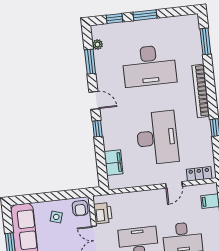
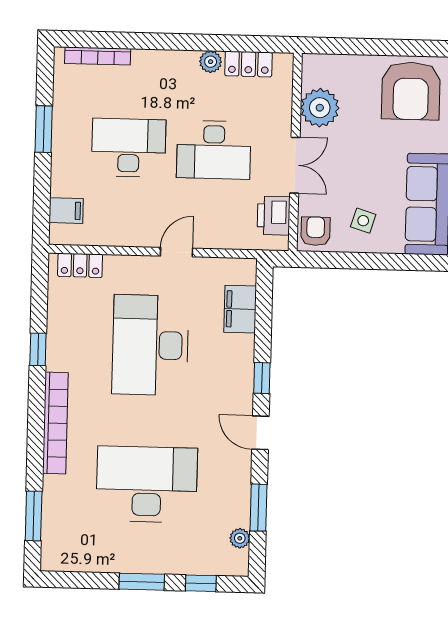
door: (174, 185) -> (177, 252), moved

